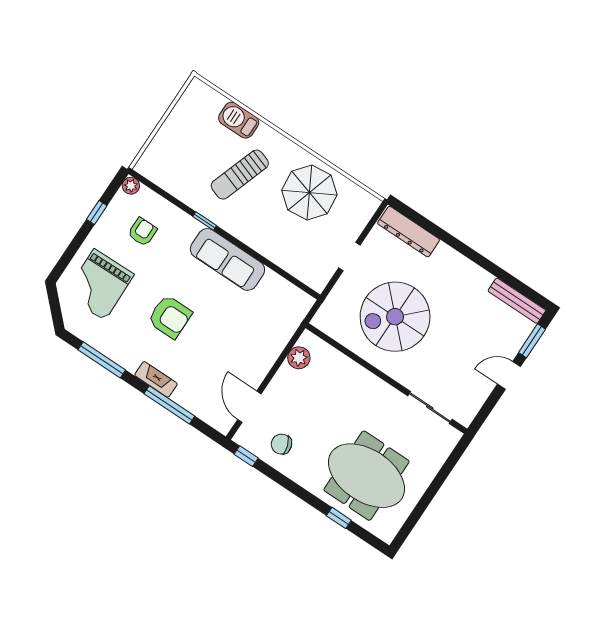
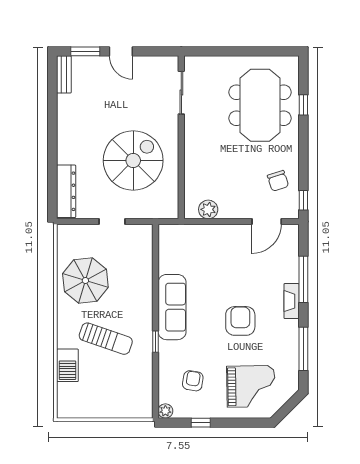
armchair: (142, 232) -> (193, 381), turned 99
bench: (517, 301) -> (64, 74), width x0.73
spiral stairs: (395, 317) -> (133, 160), turned -90

